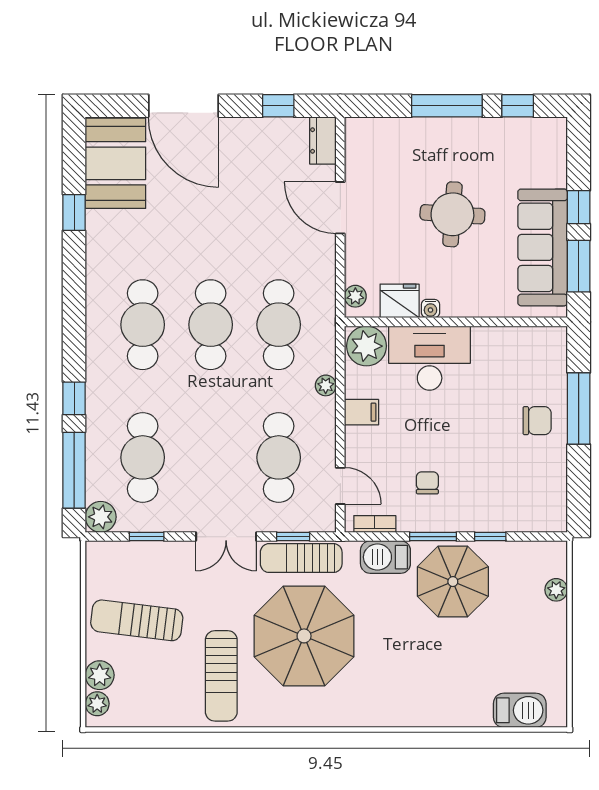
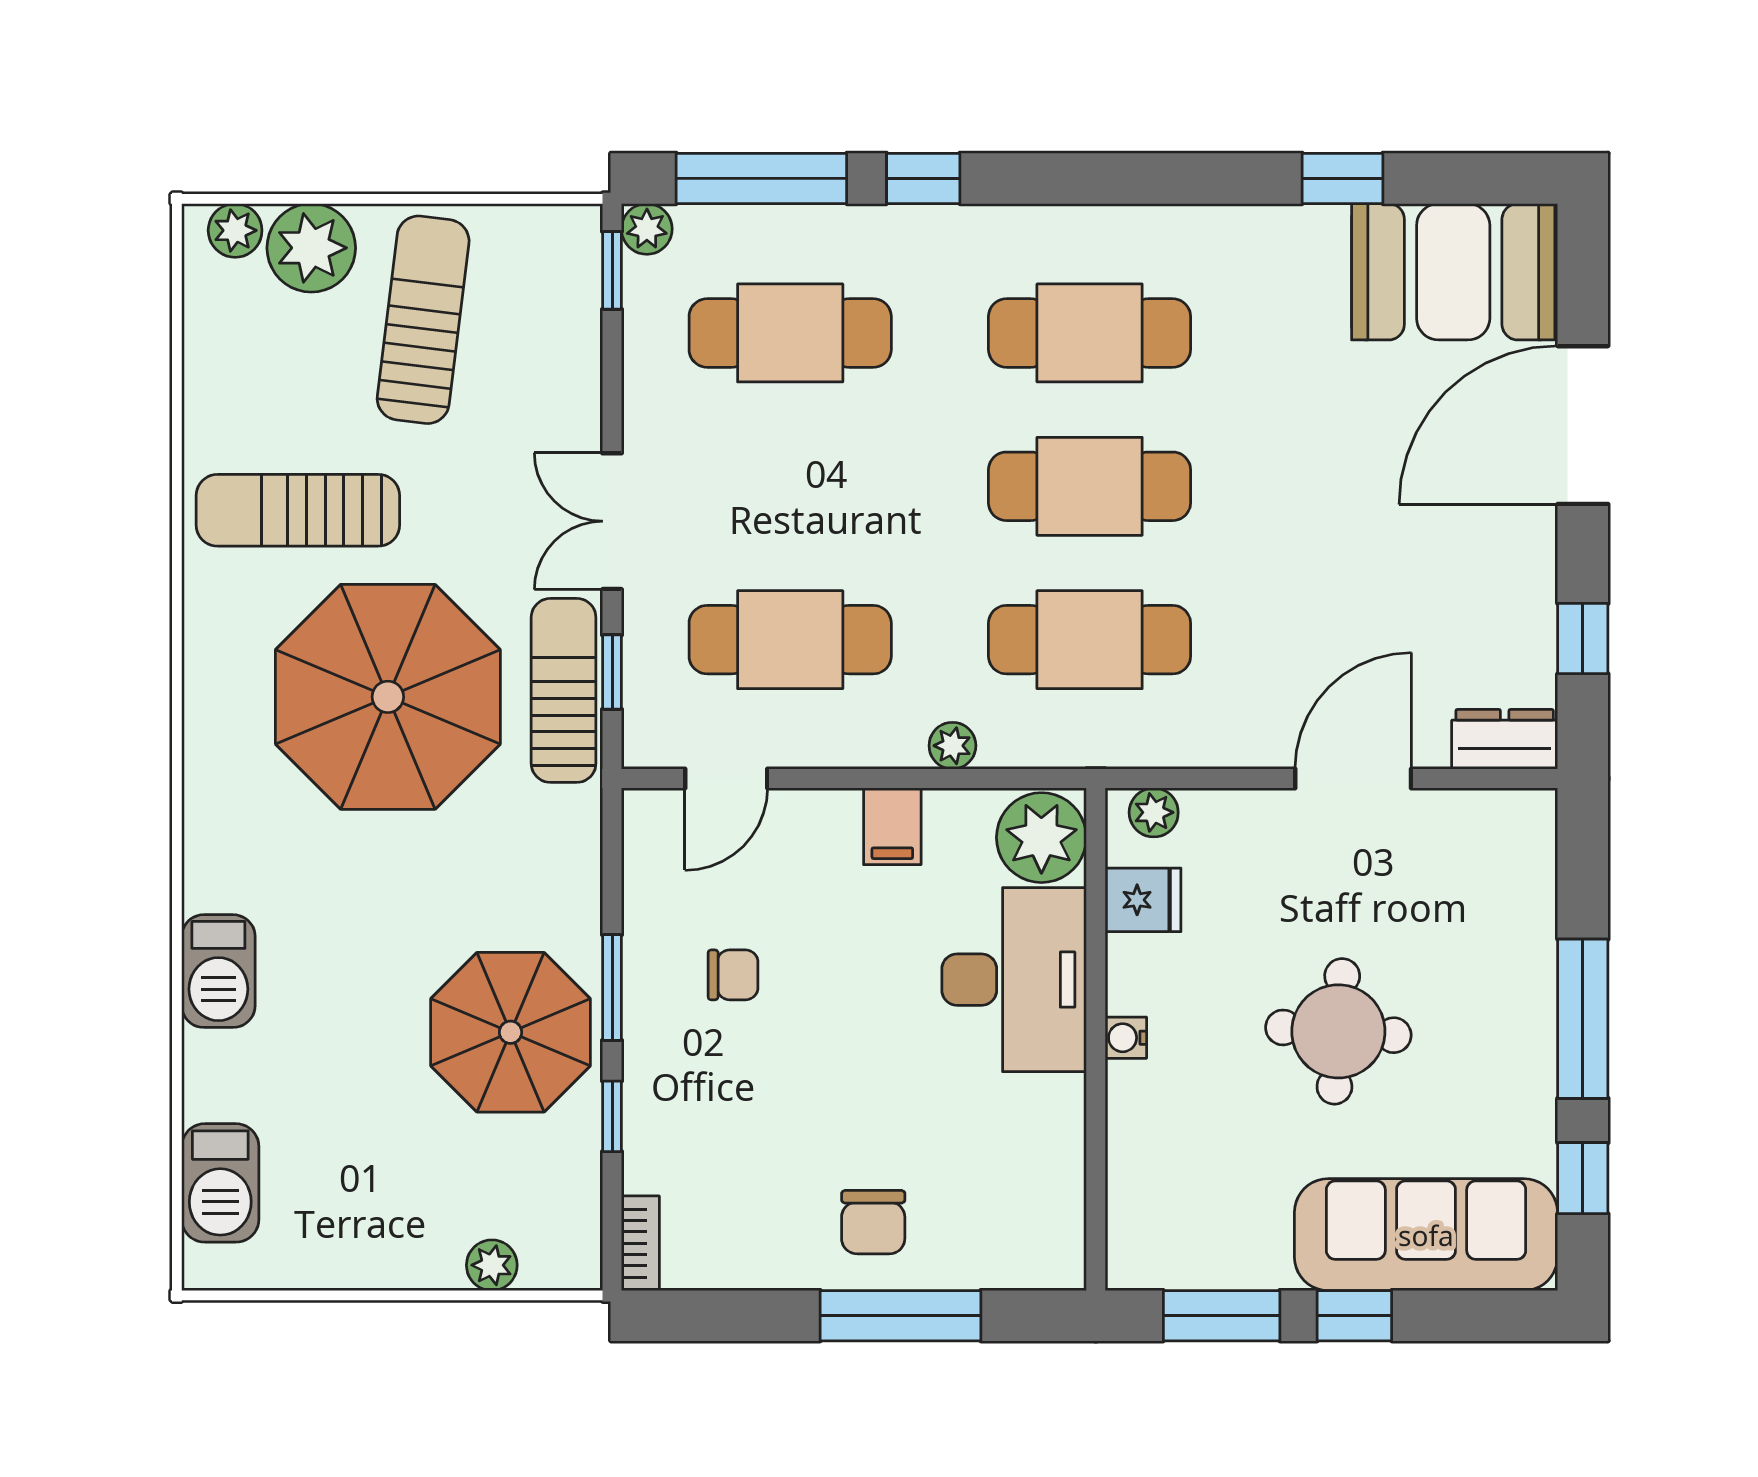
sofa: (543, 247) -> (1426, 1235), moved
fridge: (400, 301) -> (1143, 900), width x0.72
water cooler: (430, 309) -> (1126, 1038), moved
plant: (101, 517) -> (647, 229), width x0.73, depth x0.73
bookcase: (375, 524) -> (640, 1243), moved
window: (147, 537) -> (612, 270), moved
barbecue: (385, 557) -> (218, 971), moved, turned 180
plant: (100, 675) -> (311, 248), width x1.36, depth x1.36

